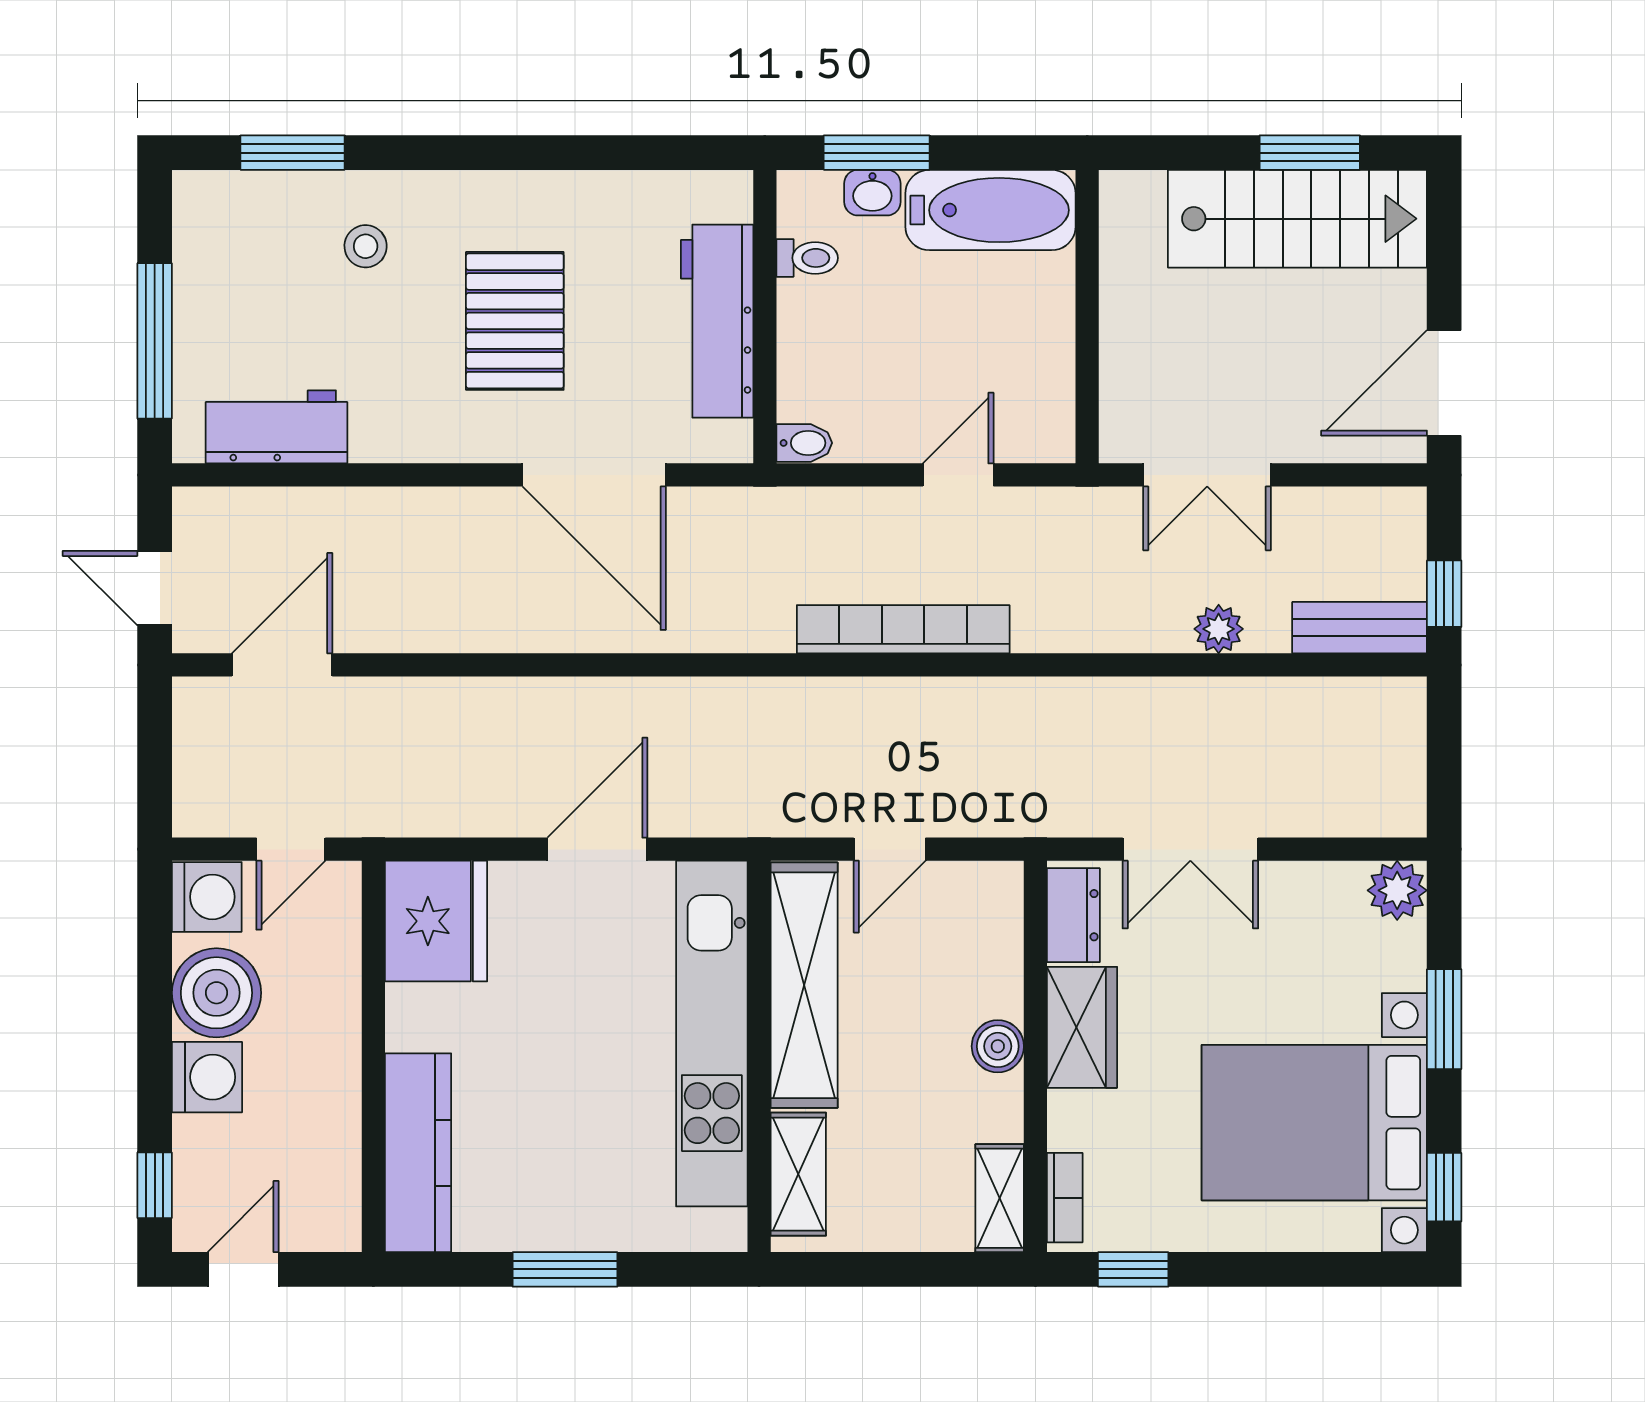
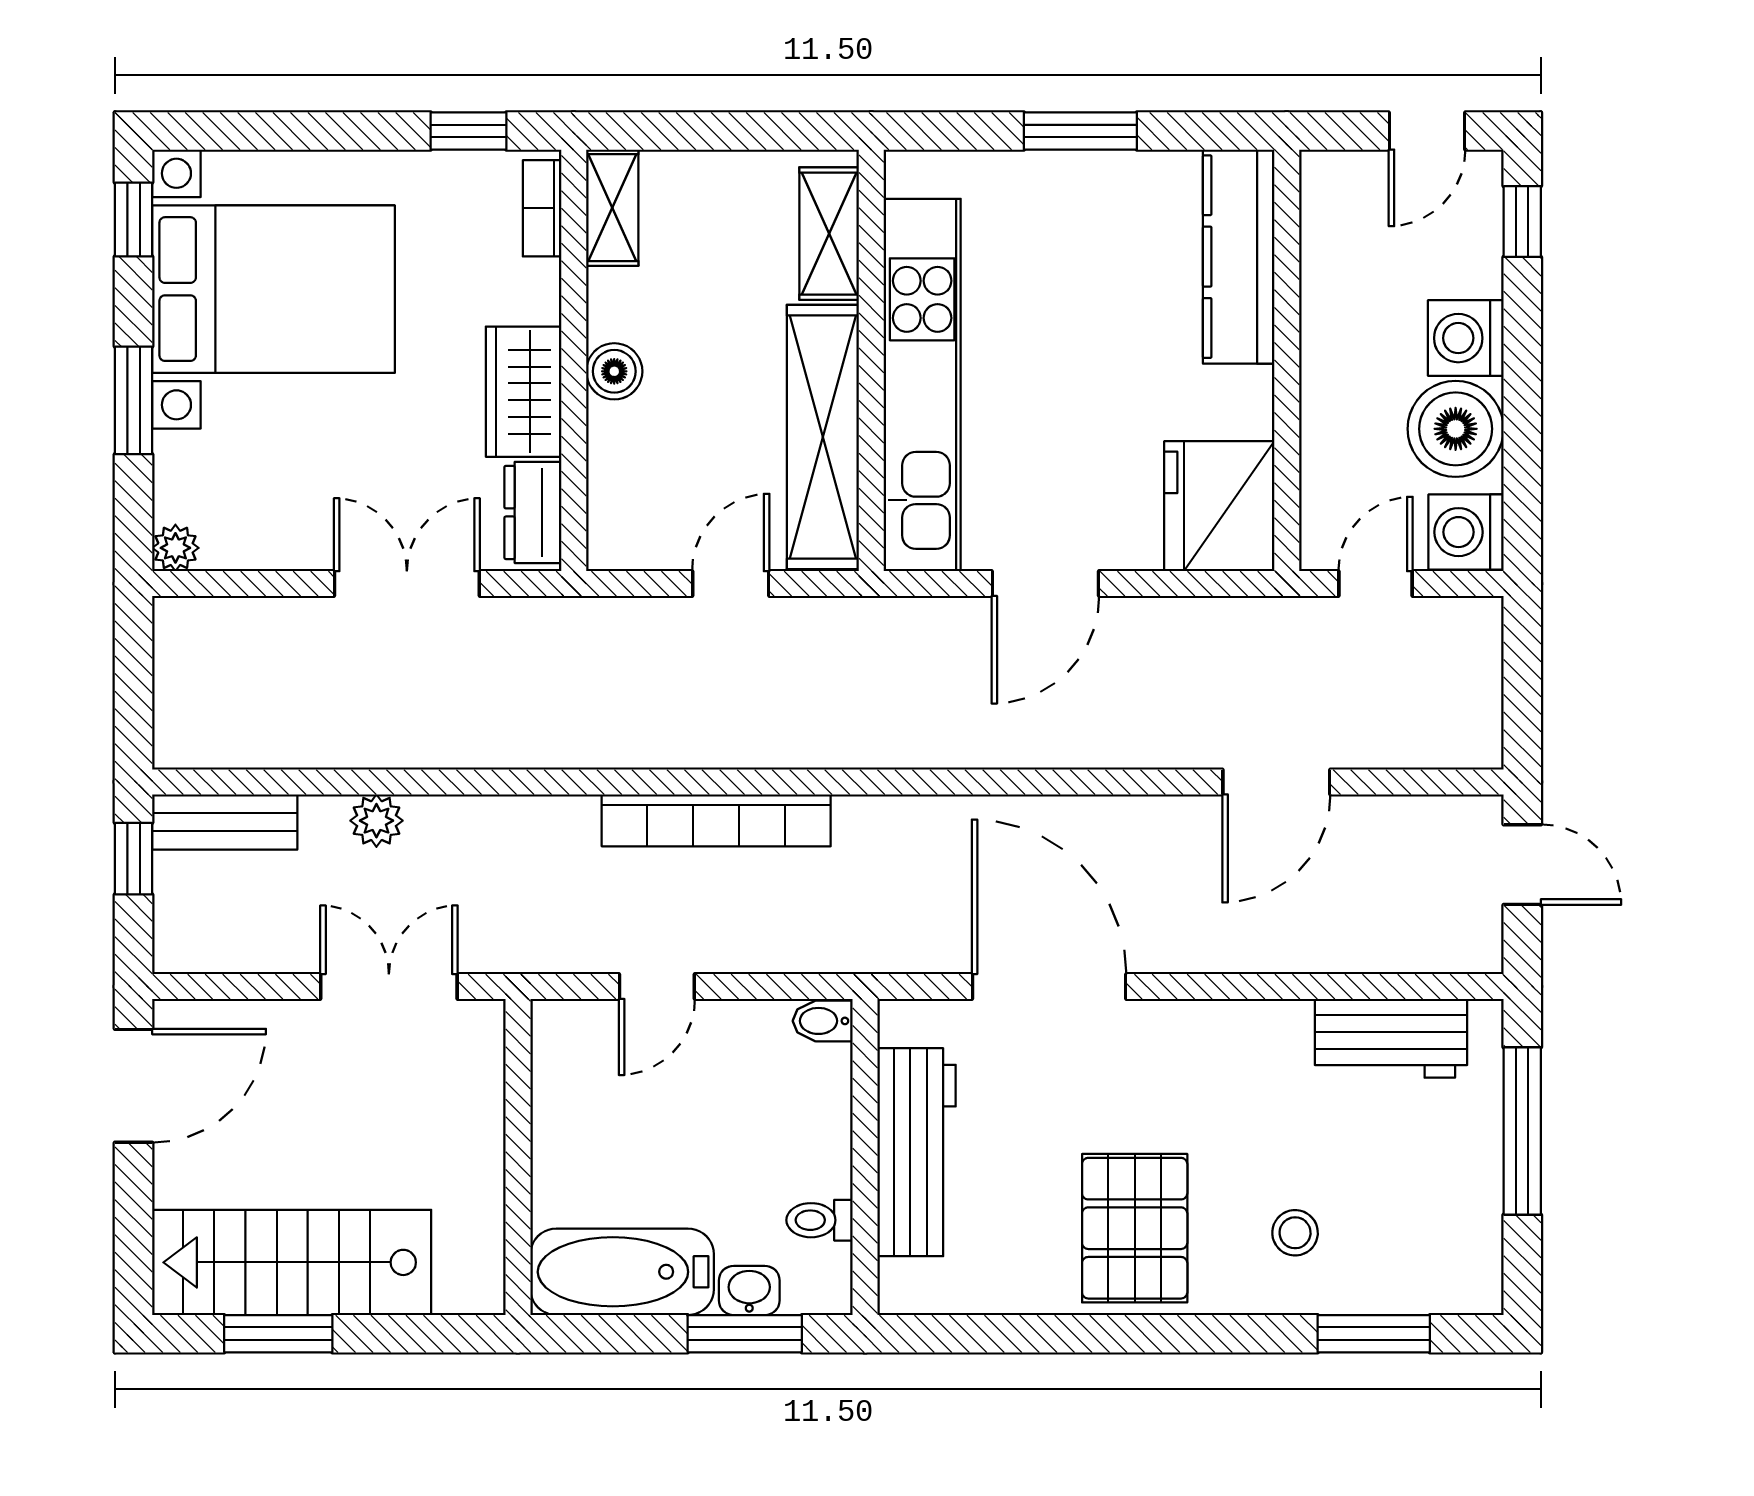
pallet: (515, 321) -> (1135, 1228), moved
door: (282, 665) -> (1276, 782), moved
plant: (1397, 890) -> (175, 548), width x0.73, depth x0.73

